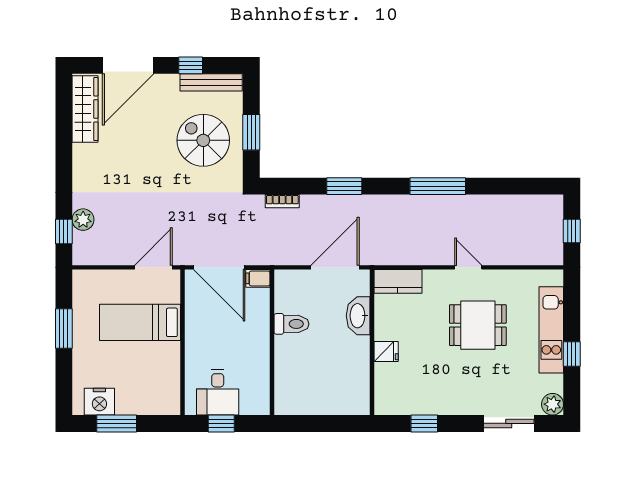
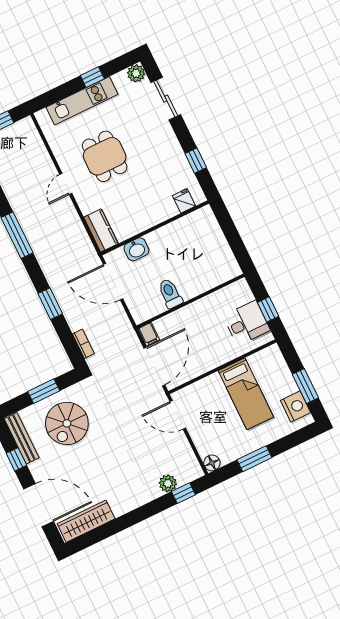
floor lamp: (82, 279) -> (212, 463), added
washbasin: (358, 316) -> (136, 249), width x0.72
bed: (140, 322) -> (246, 394), moved
fridge: (386, 351) -> (184, 201), moved

